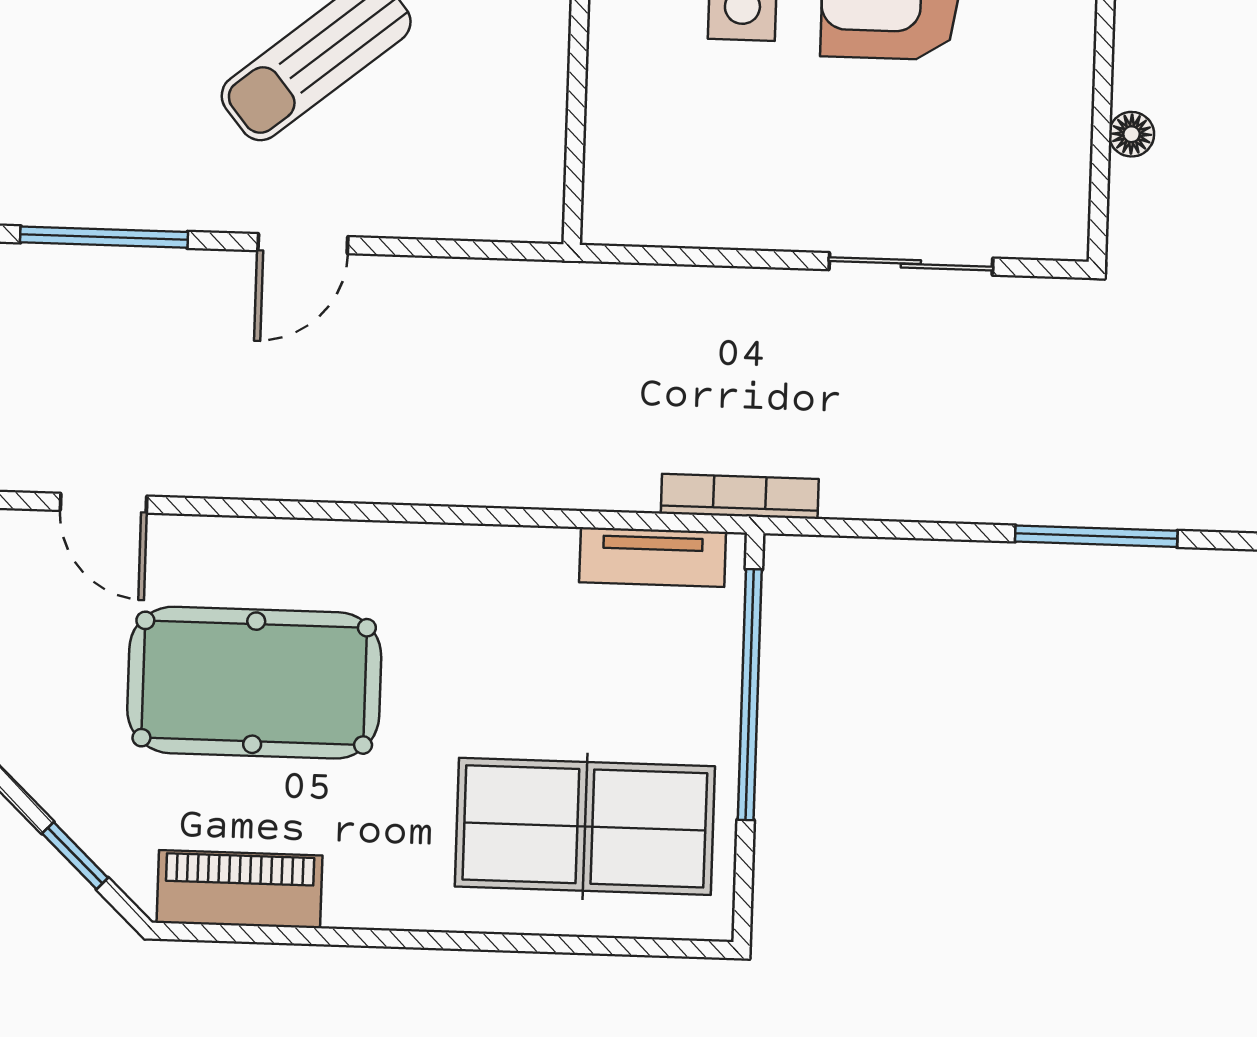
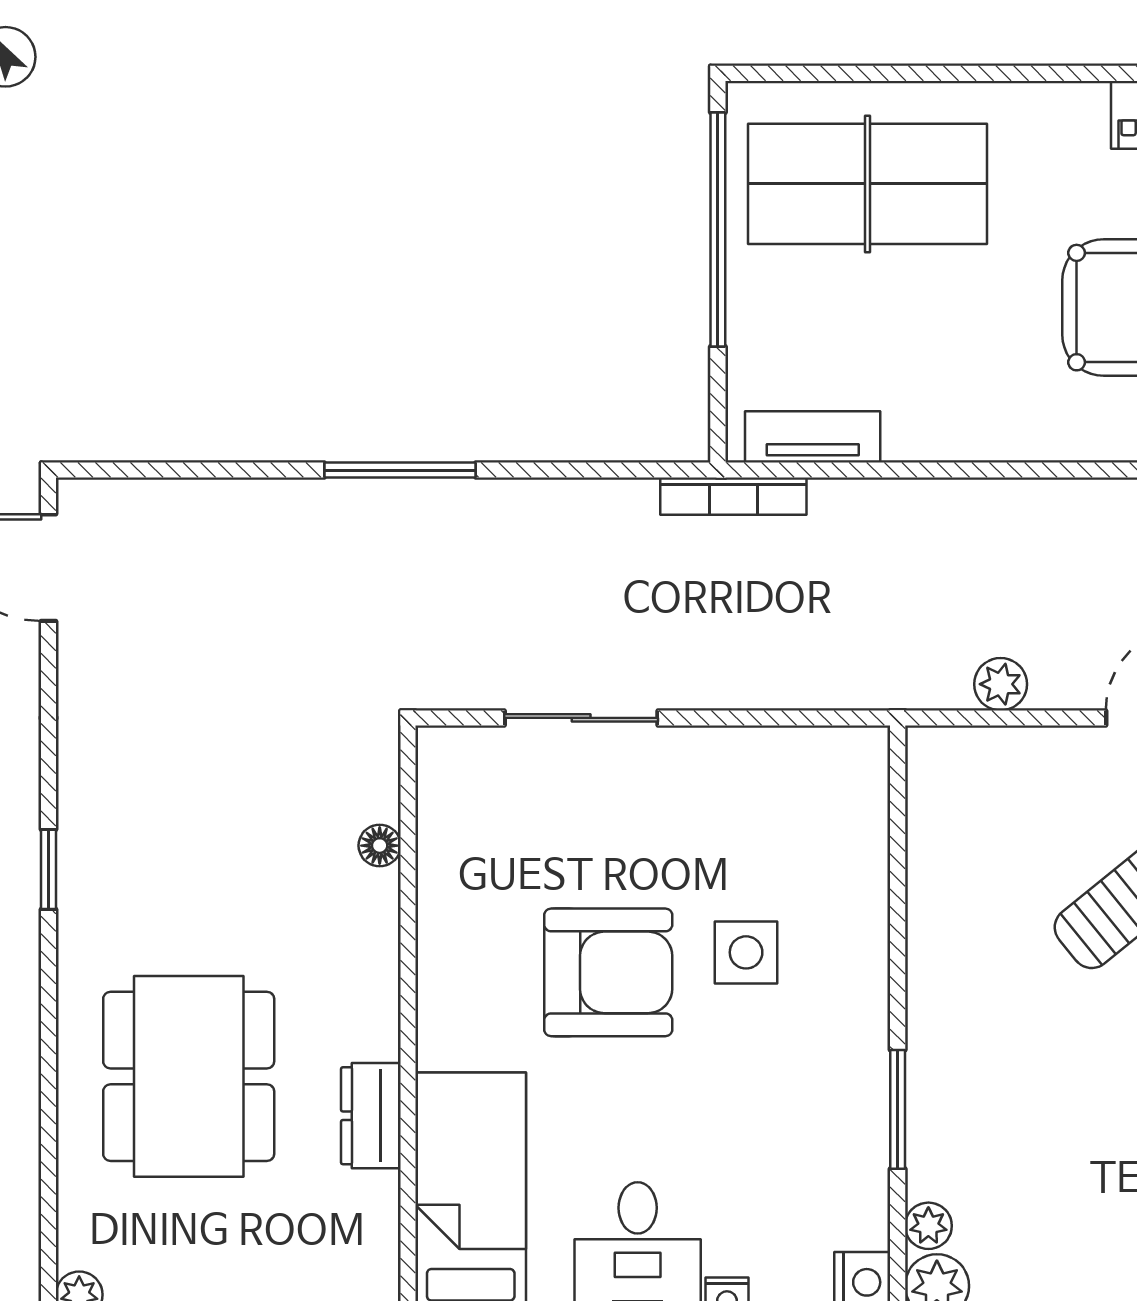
plant: (460, 285) -> (1001, 684), added
window: (750, 695) -> (718, 229), moved

